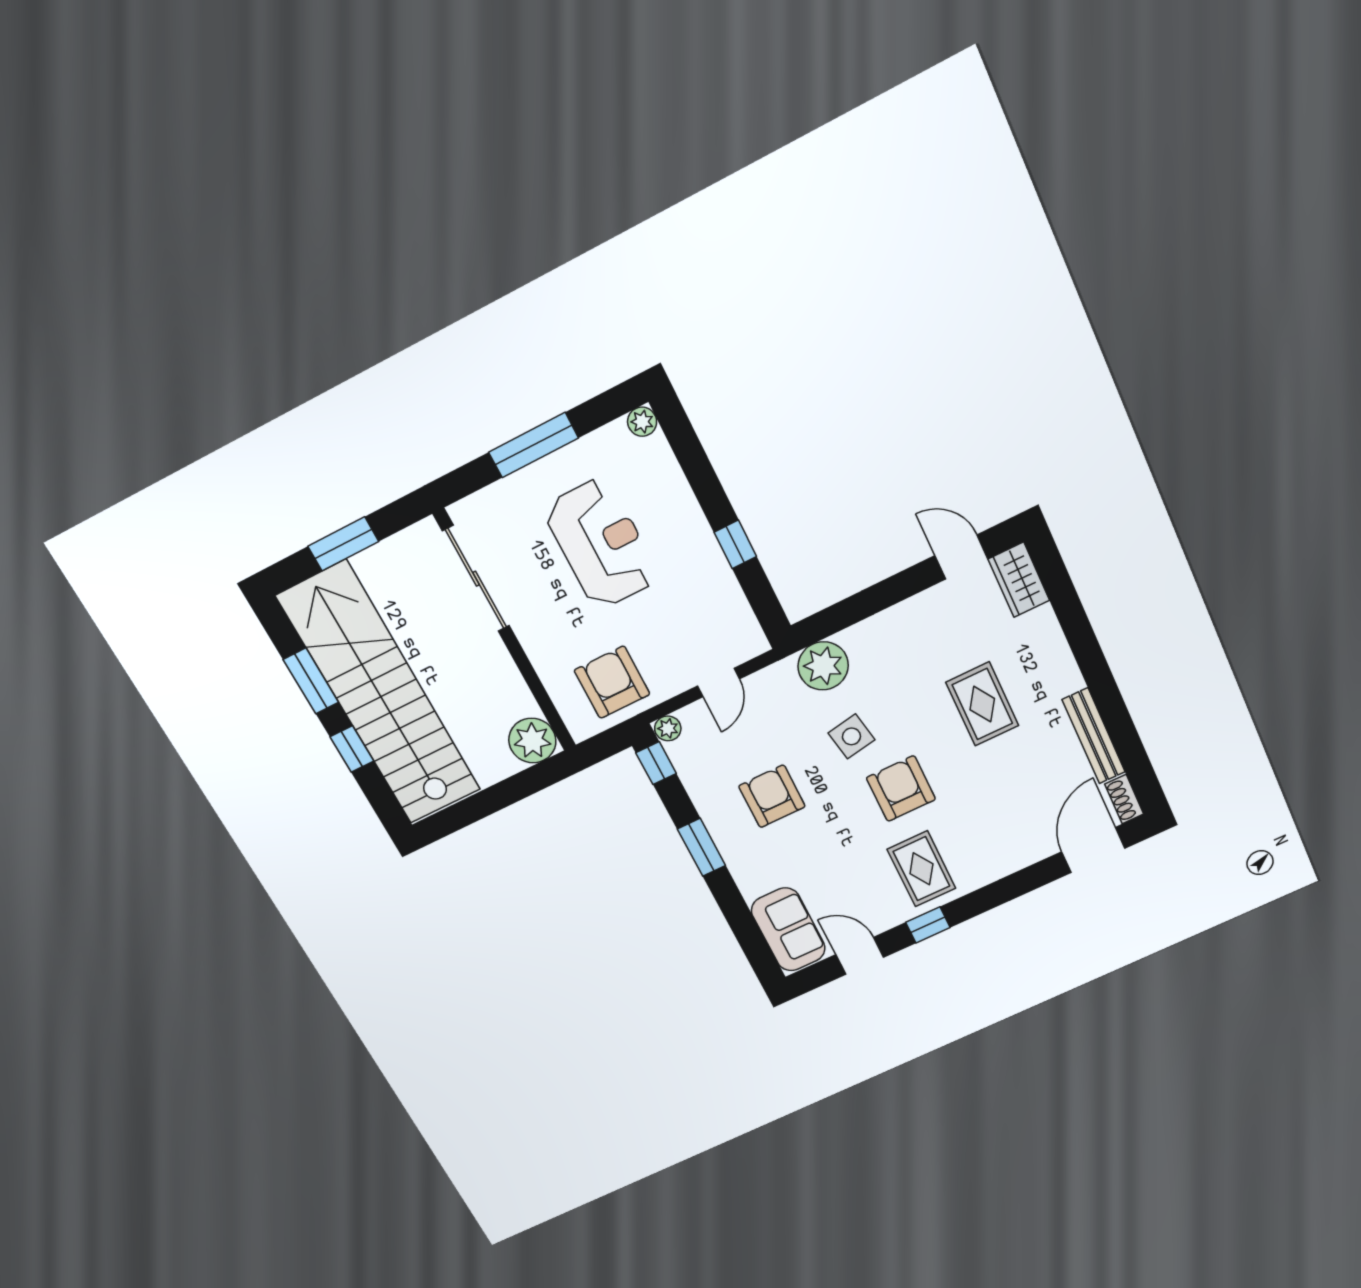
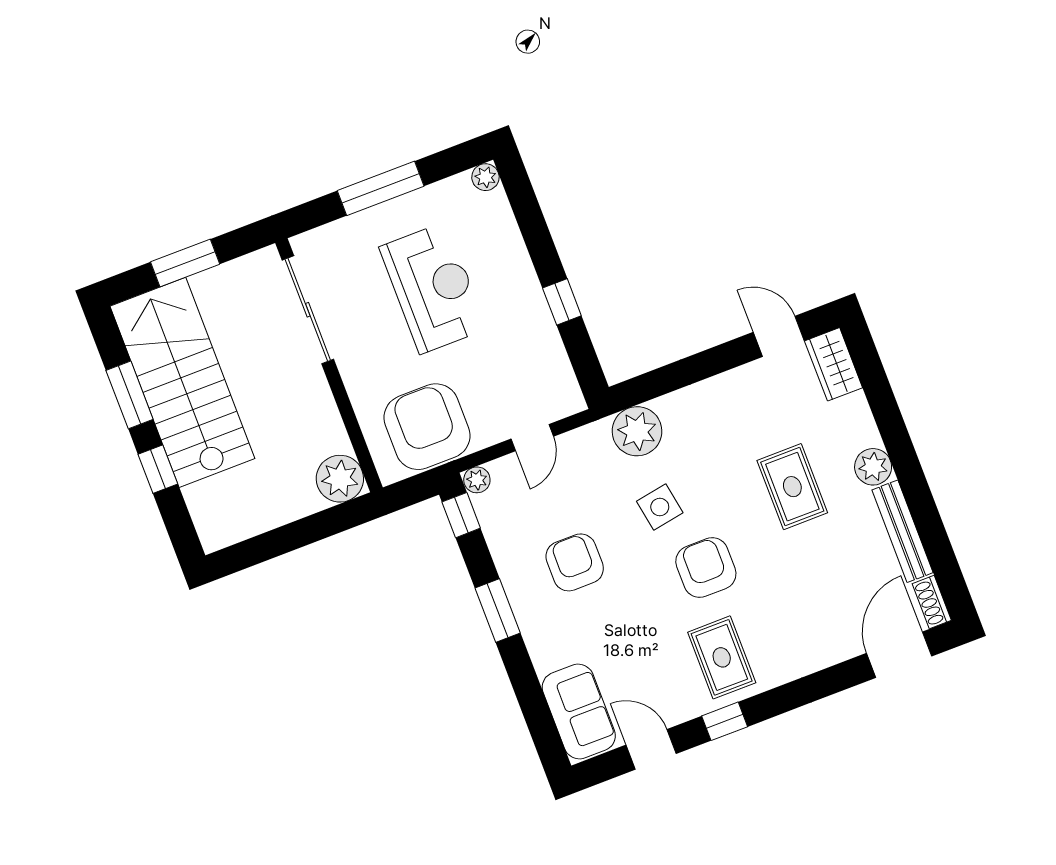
plant: (1063, 677) -> (873, 467), added
armchair: (612, 682) -> (427, 427), width x1.36, depth x1.36
stairs: (379, 694) -> (182, 382), width x0.73

